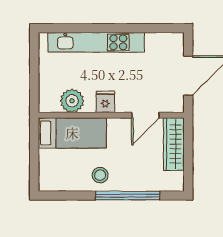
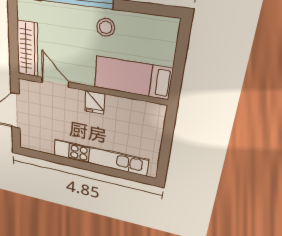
plant: (72, 101) -> (129, 110), removed
door: (145, 115) -> (55, 82), hinge flipped

